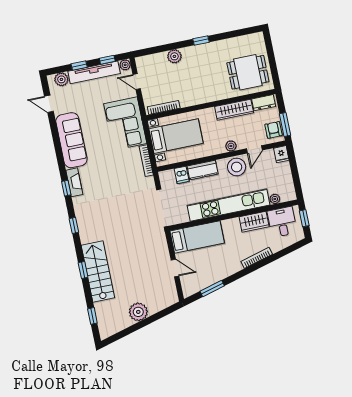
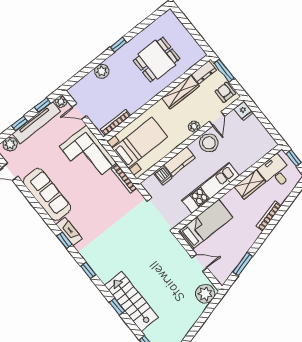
dining table: (248, 72) -> (157, 60), moved
window: (285, 124) -> (224, 71), moved
plant: (275, 199) -> (258, 154), removed
kitchen unit: (228, 205) -> (210, 188), width x0.73
plant: (138, 312) -> (205, 294), moved

